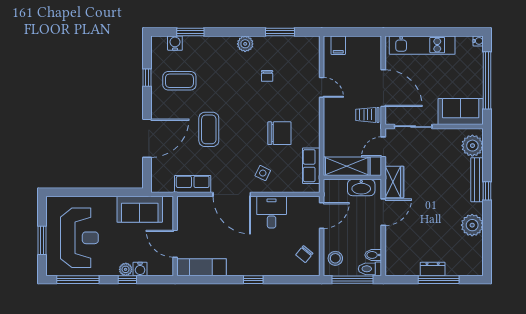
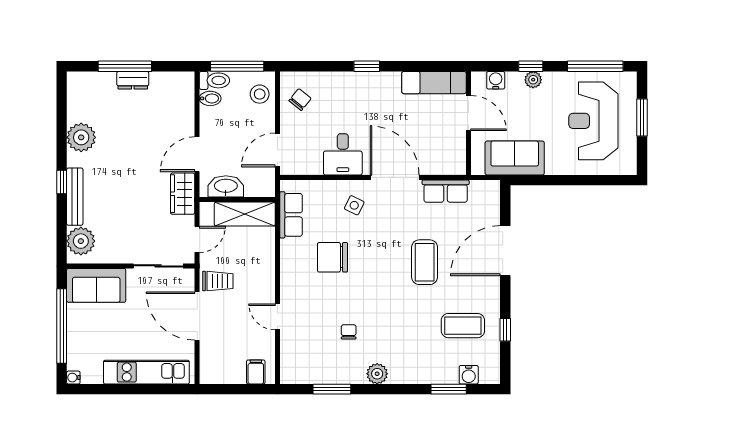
water cooler: (140, 269) -> (496, 80), moved

